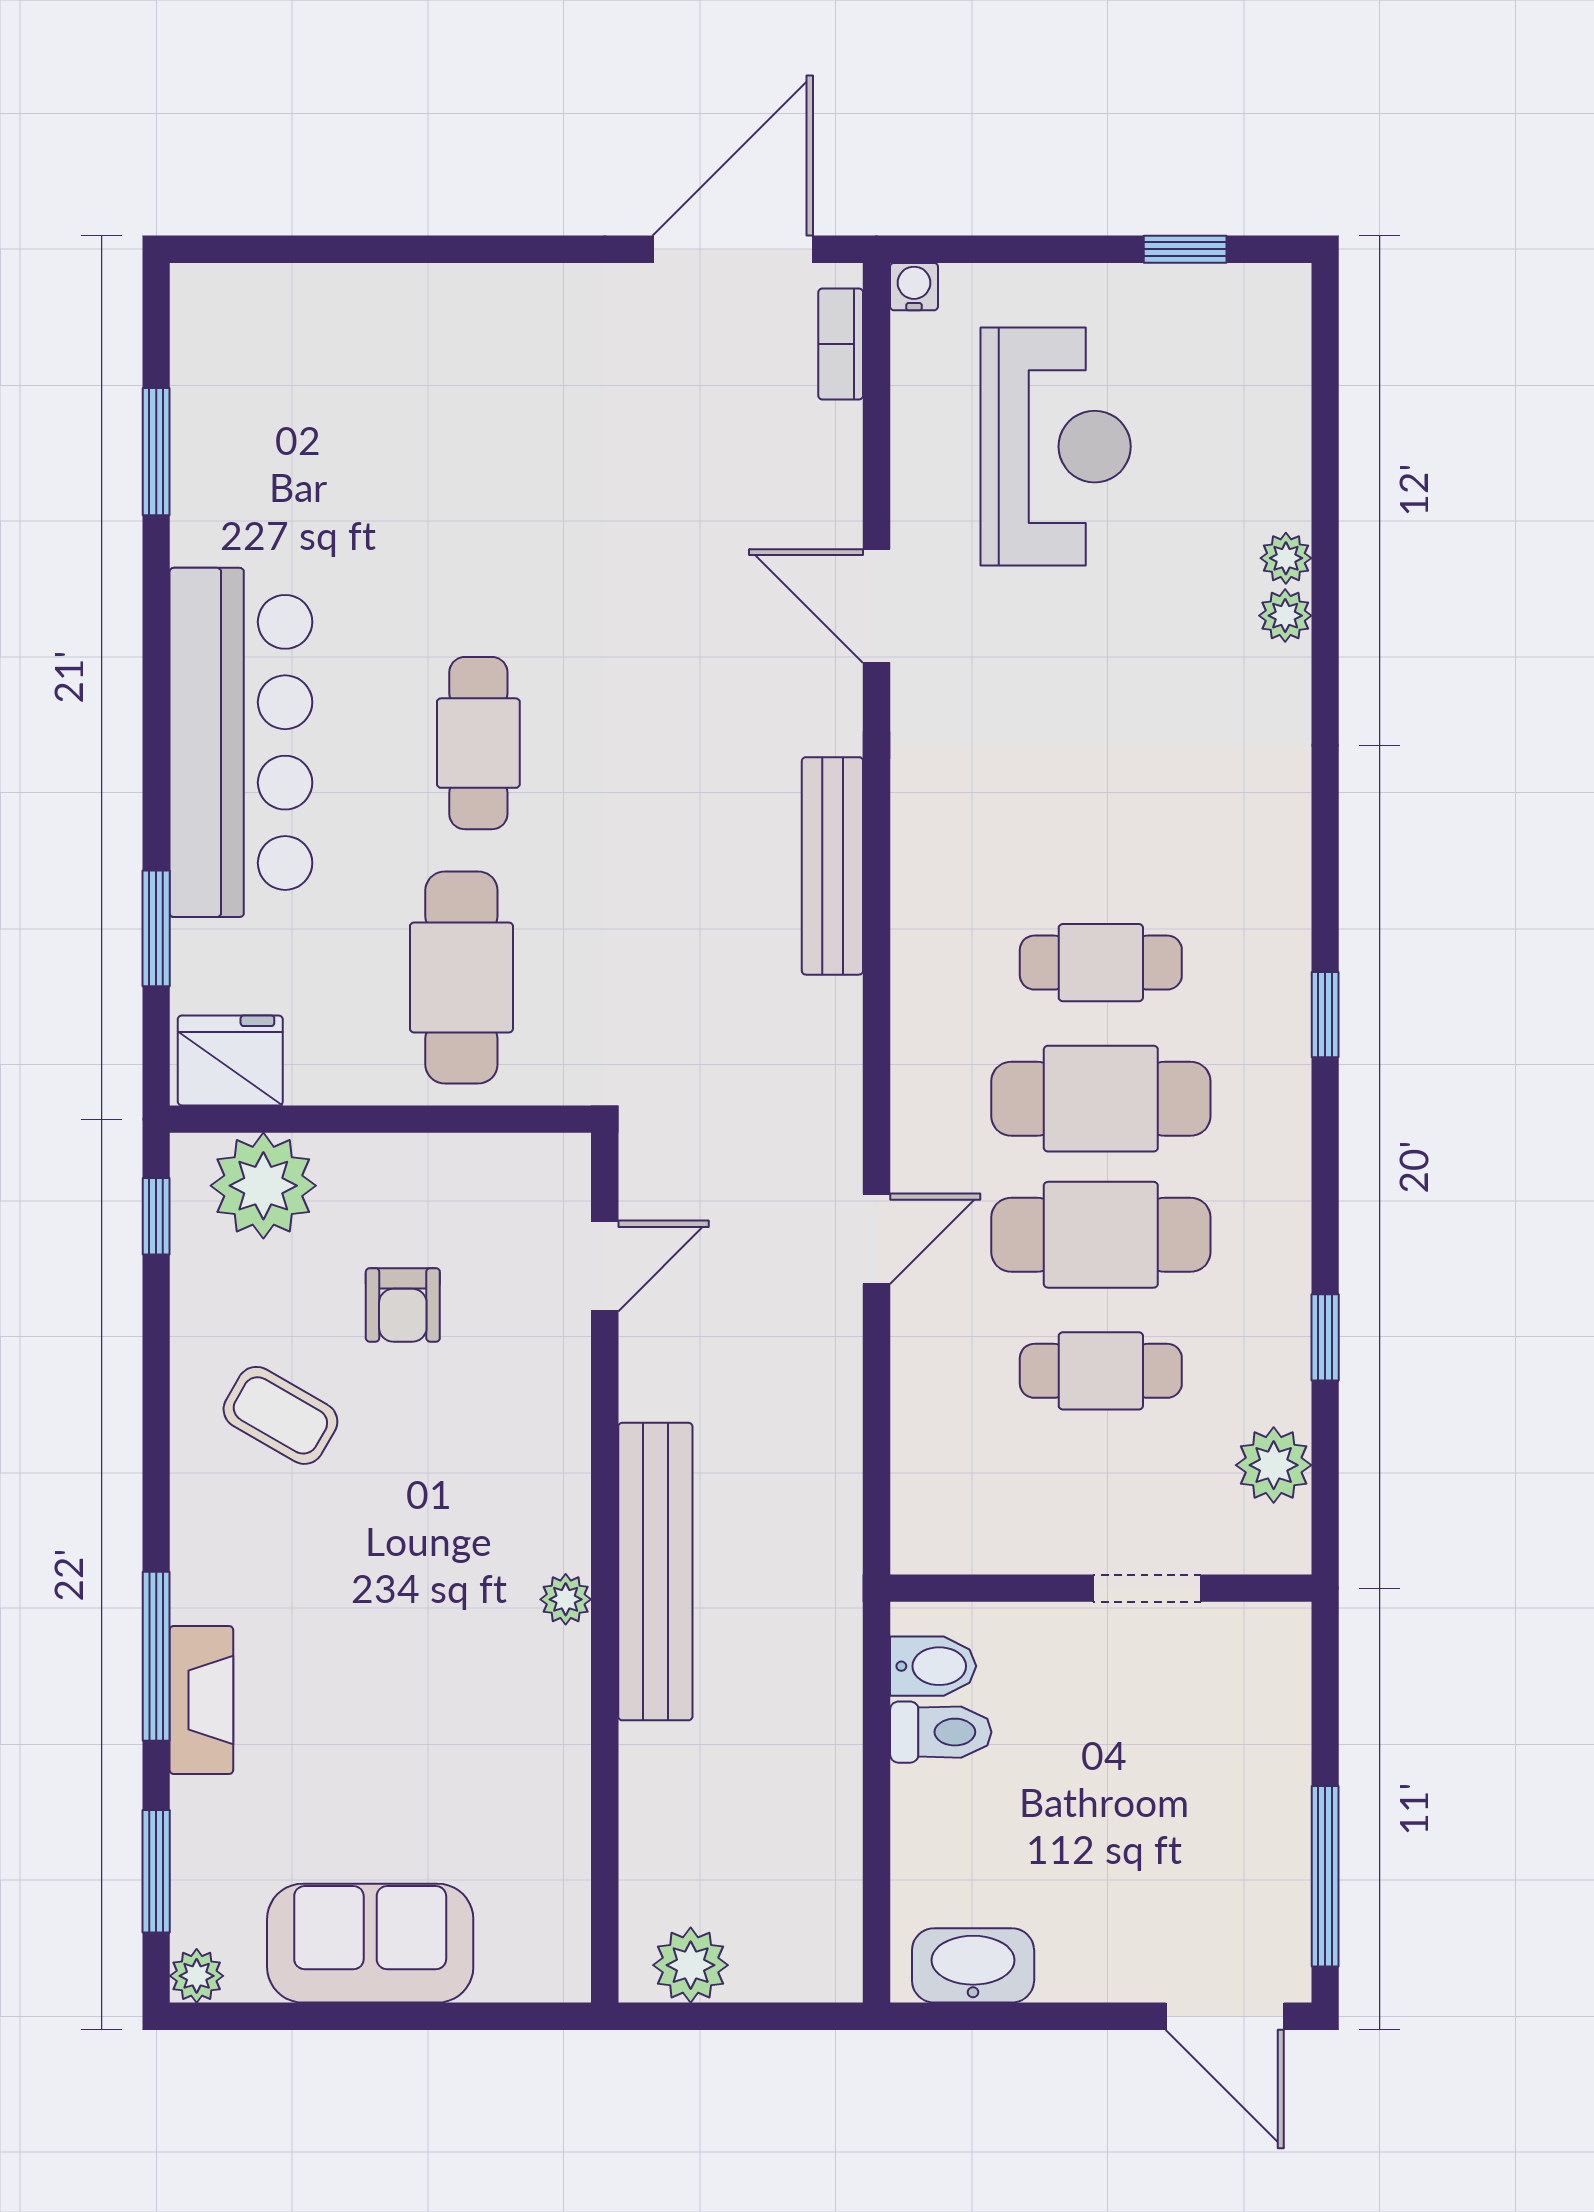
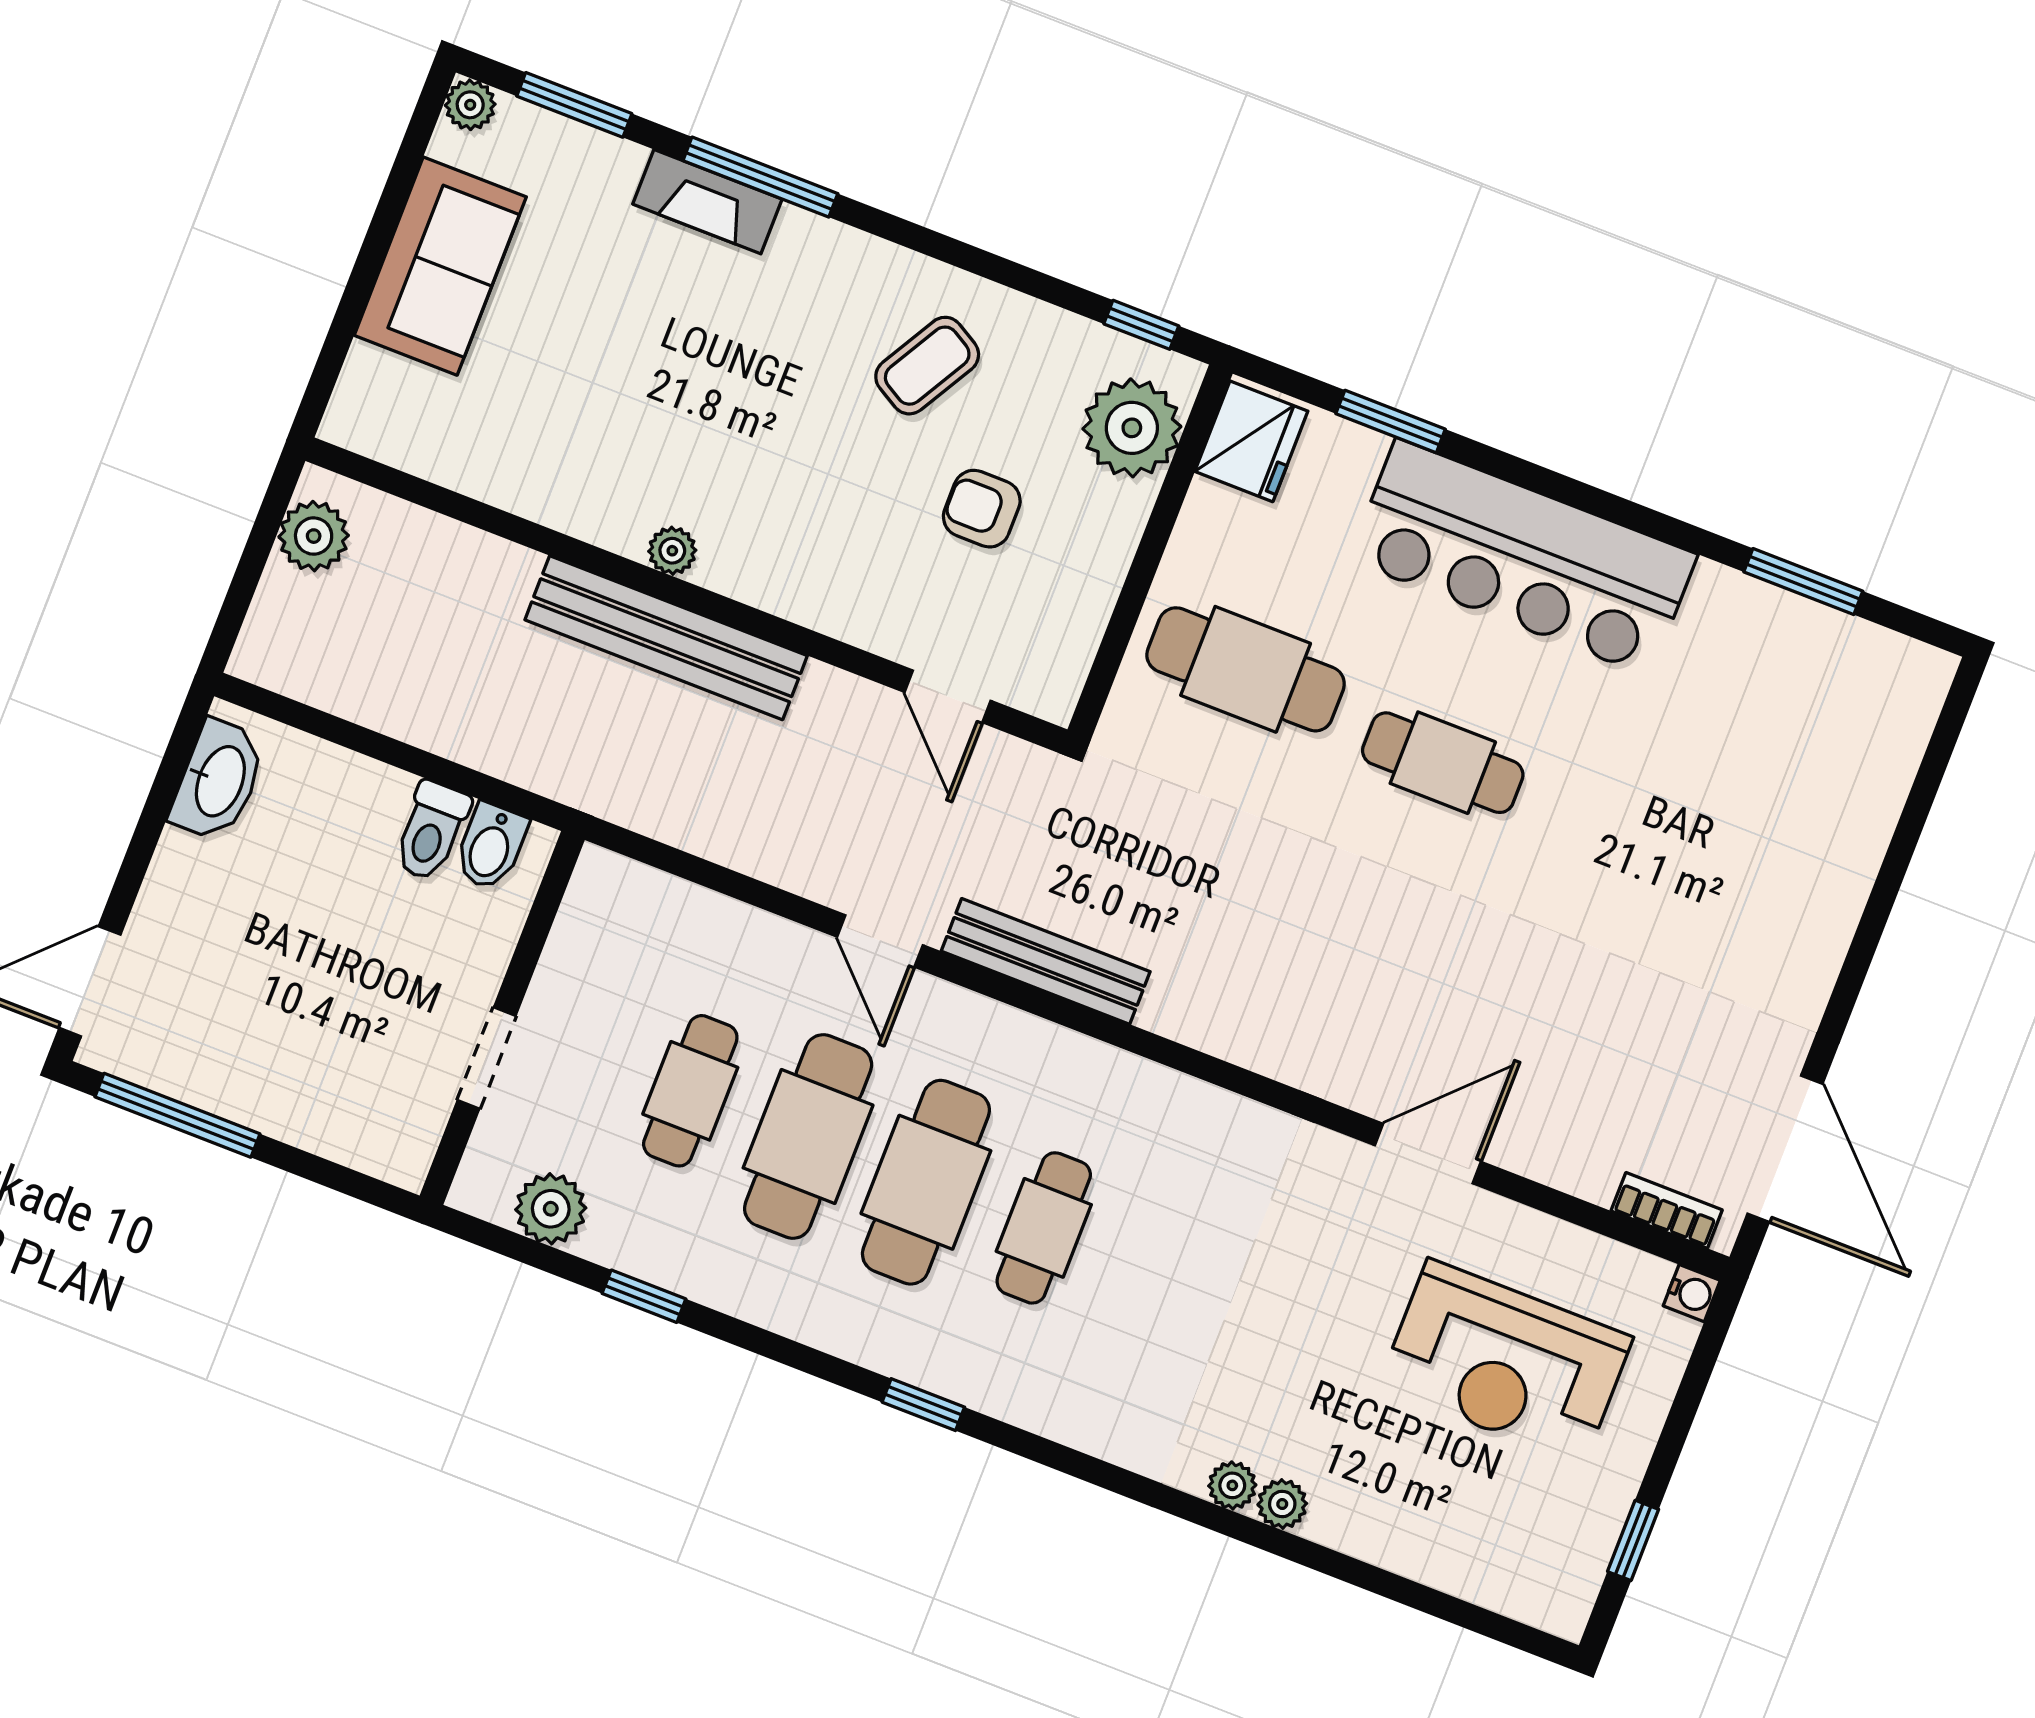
plant: (1286, 558) -> (1232, 1485), moved
bench: (832, 866) -> (1046, 961), moved

